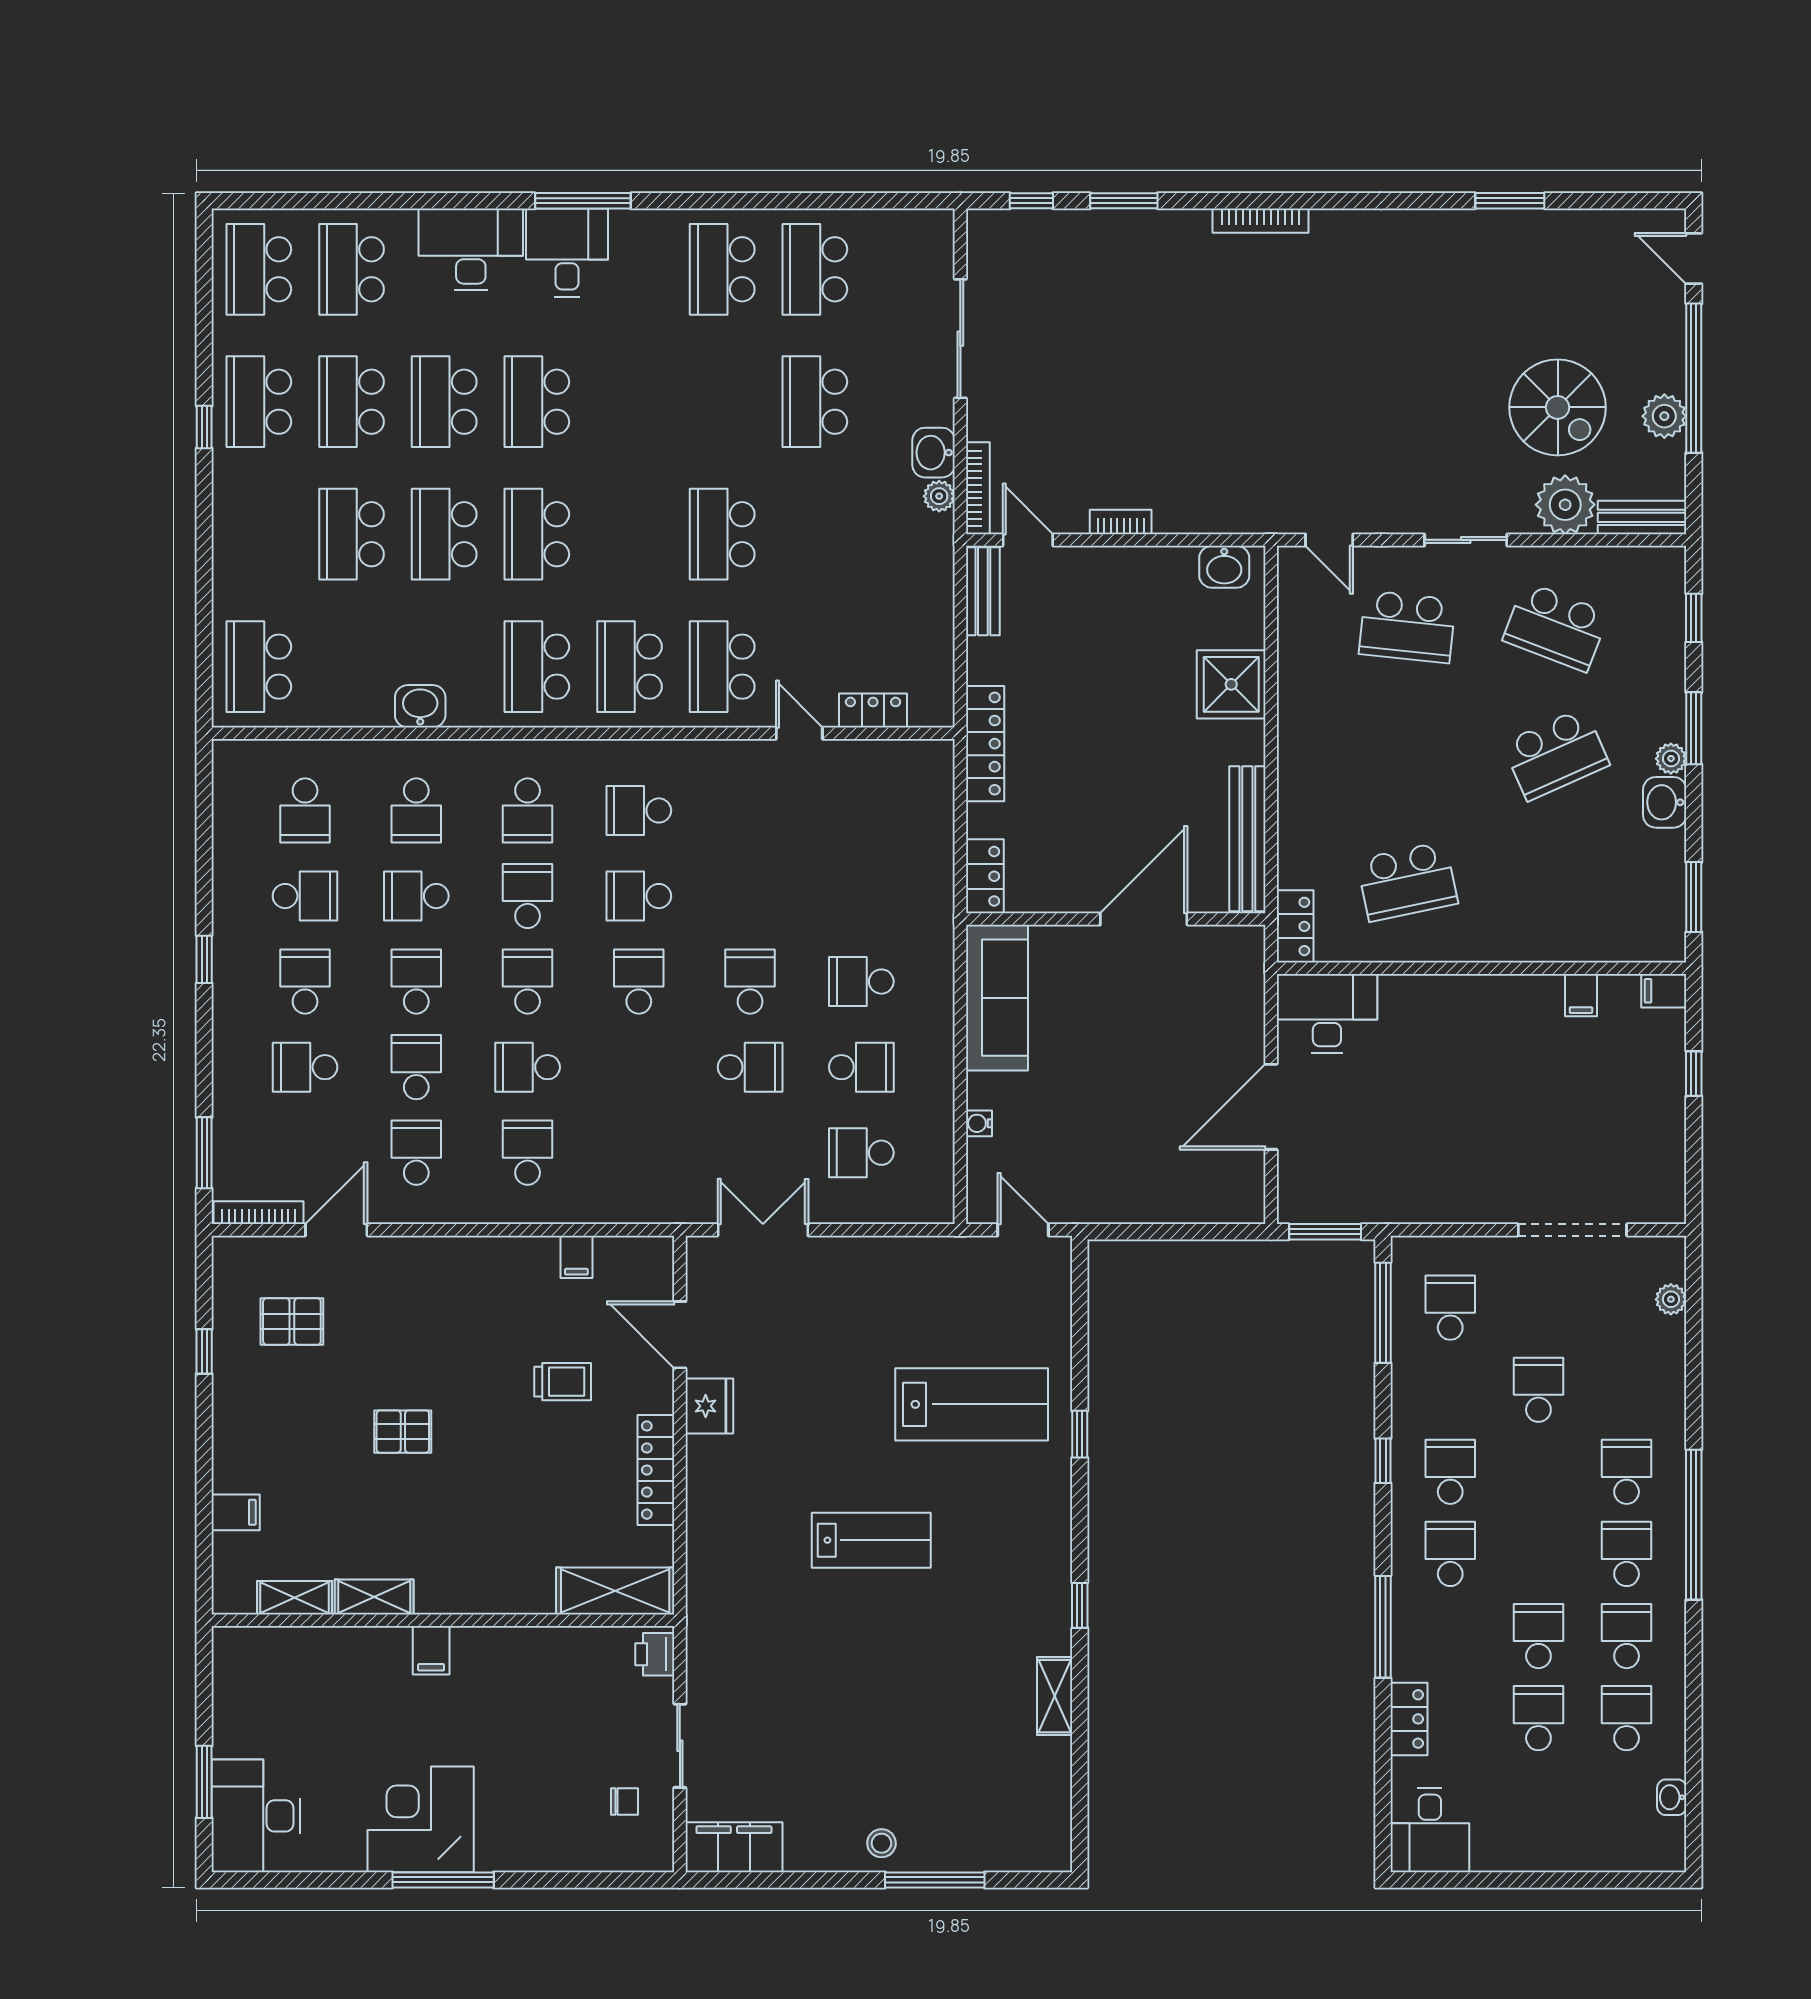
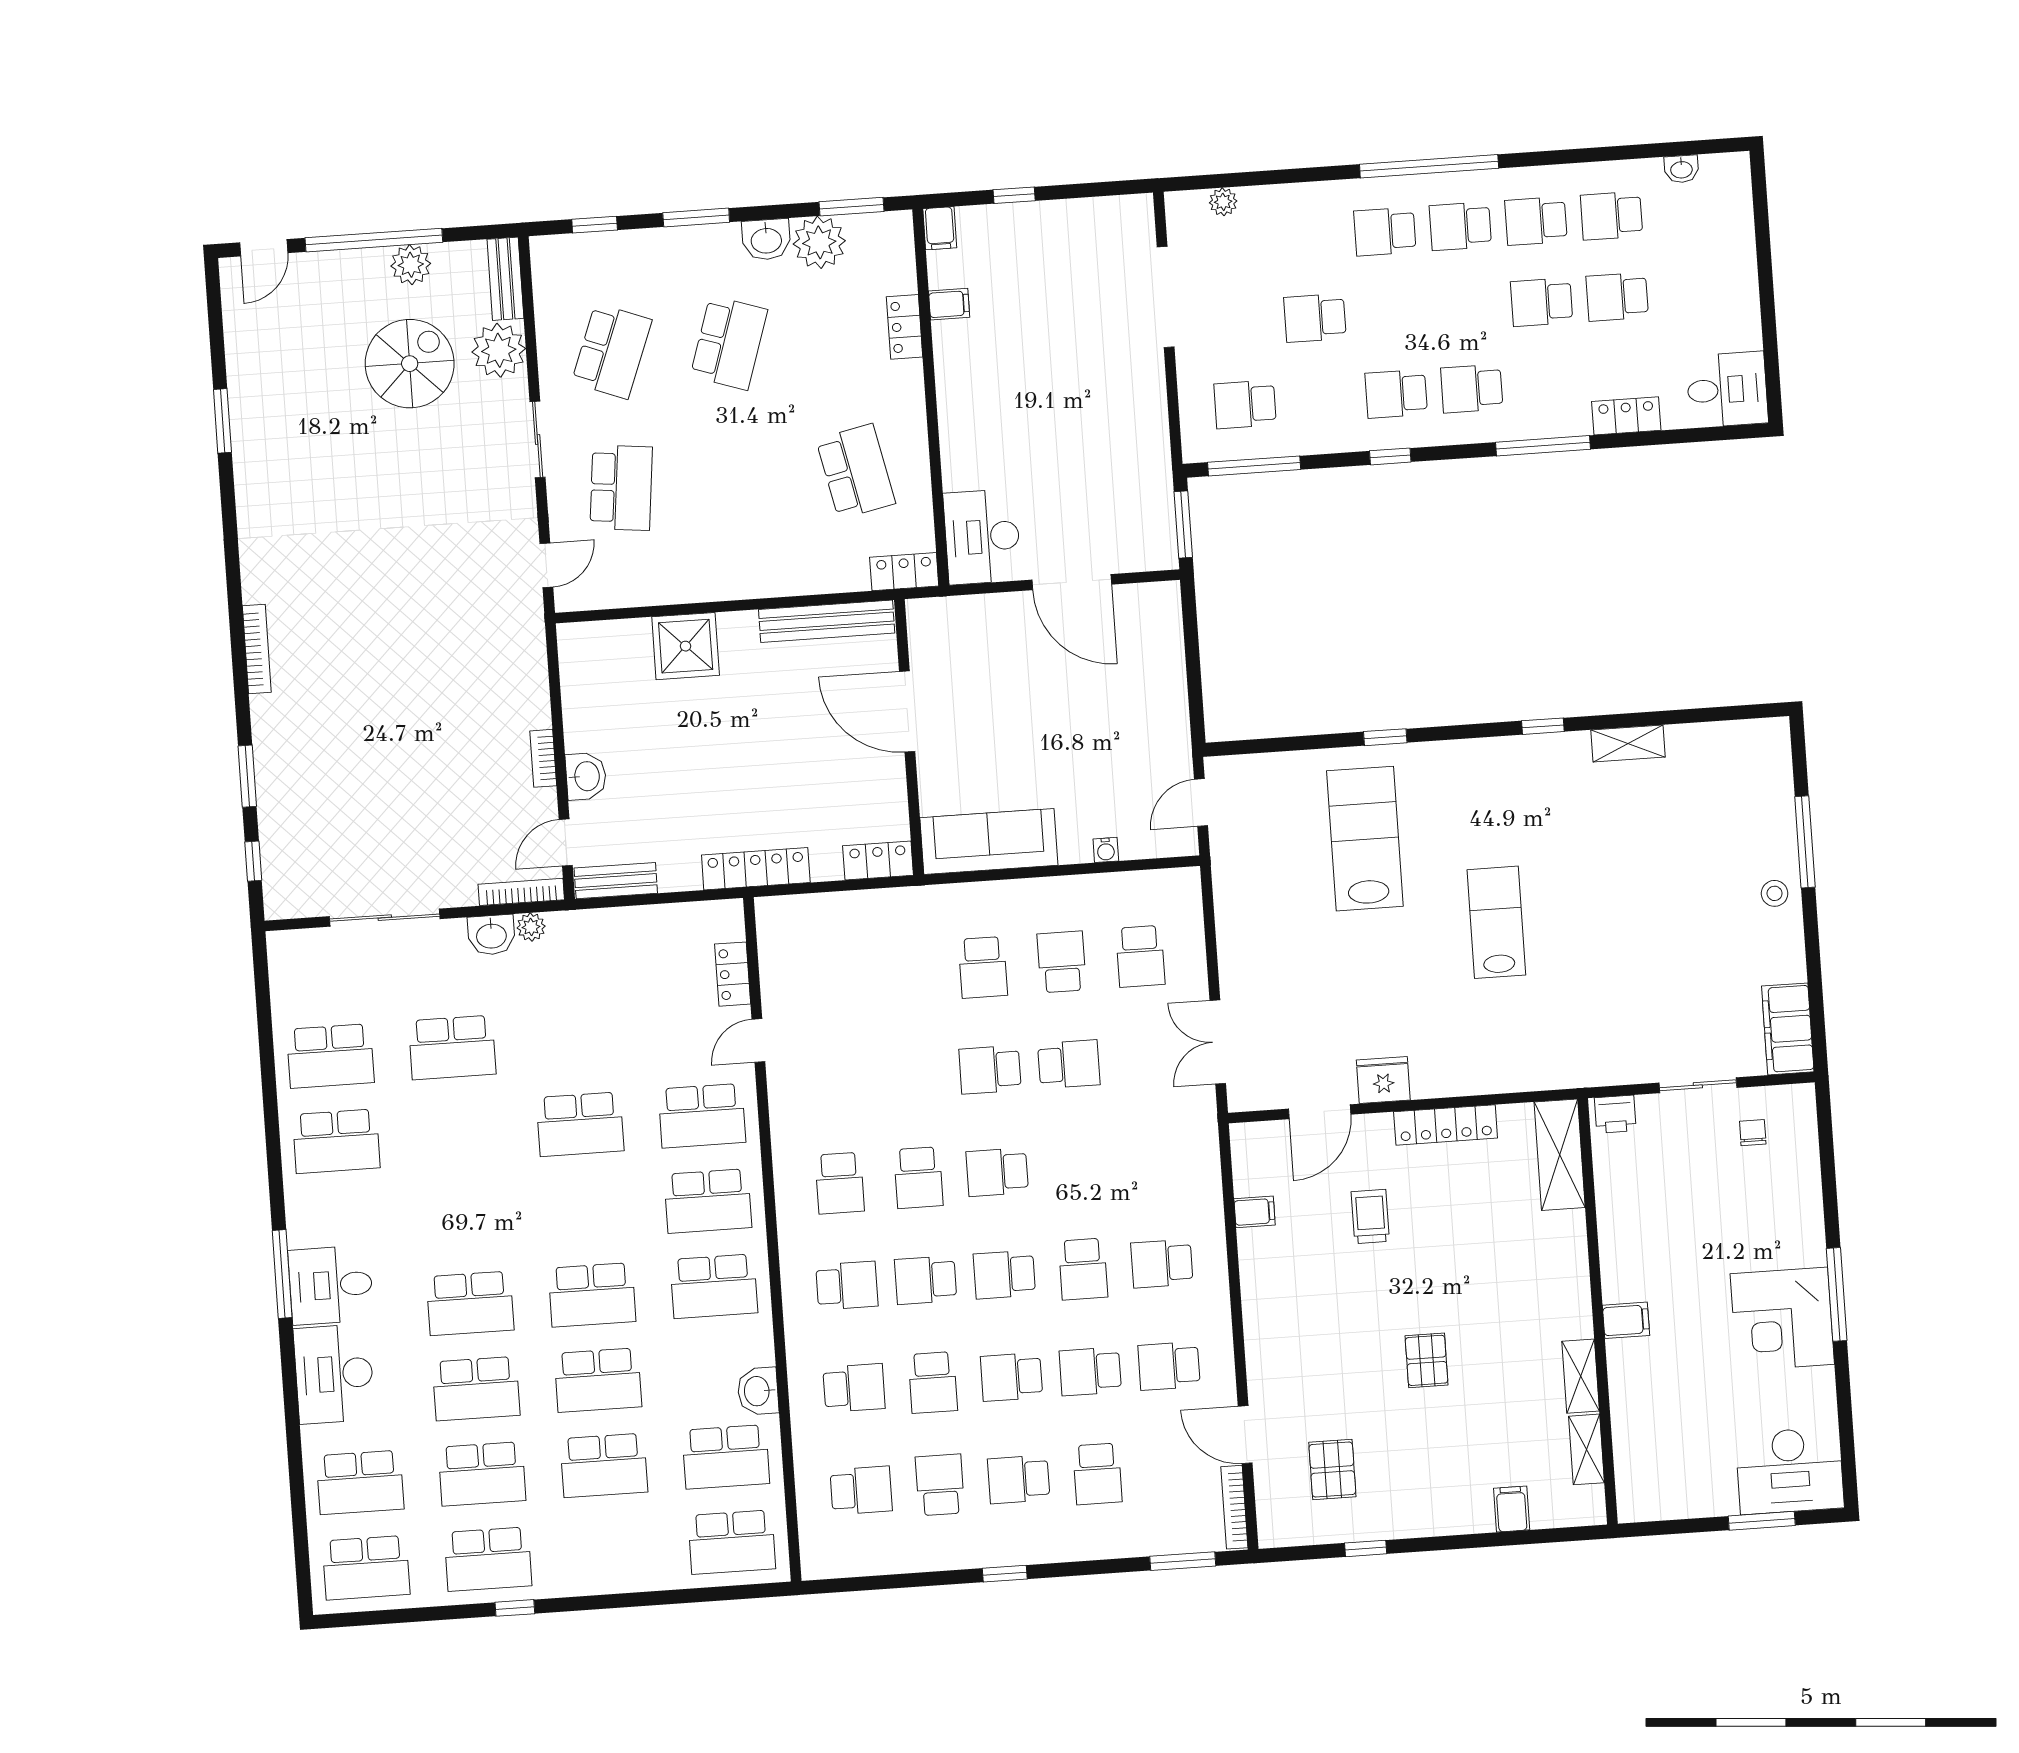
washbasin: (1224, 567) -> (586, 776), moved
school desk: (352, 667) -> (726, 1457), added
school desk: (1556, 754) -> (729, 343), turned 42
plant: (1671, 759) -> (819, 242), moved, width x1.88, depth x1.88
locker: (1560, 945) -> (905, 327), added
school desk: (750, 1067) -> (1069, 1064), turned 90

